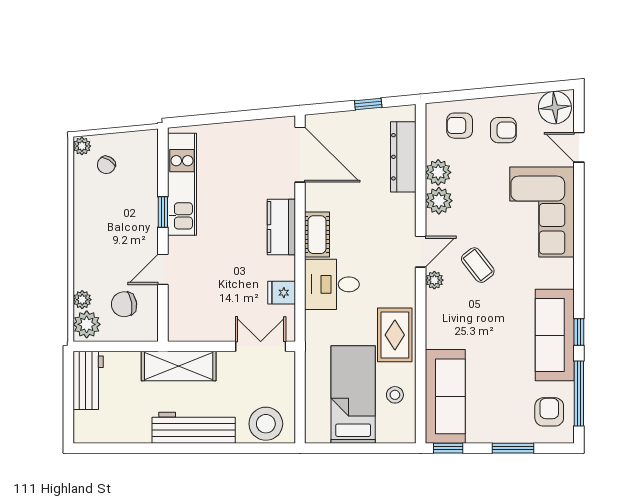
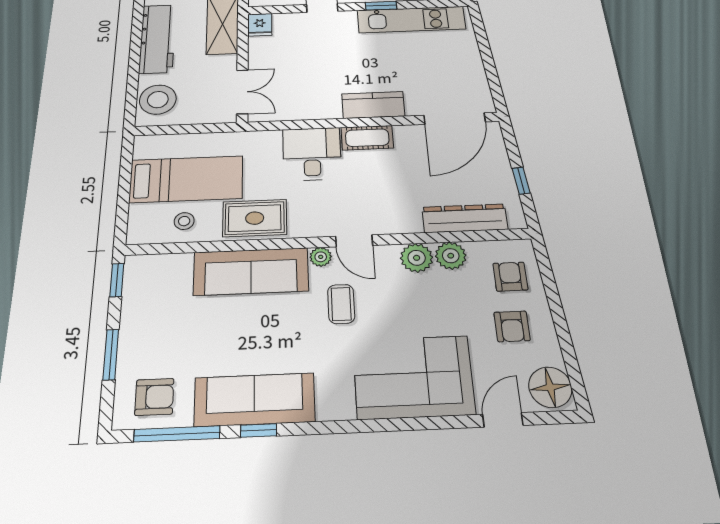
coffee table: (478, 265) -> (341, 304), turned -52
fridge: (282, 293) -> (260, 25), moved, turned 180
sofa: (445, 396) -> (251, 272), moved

